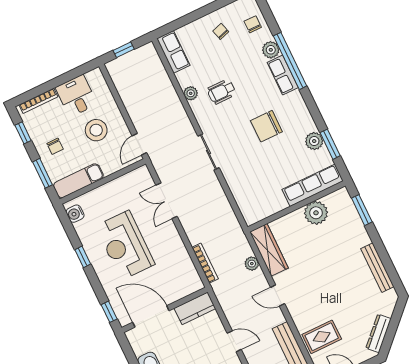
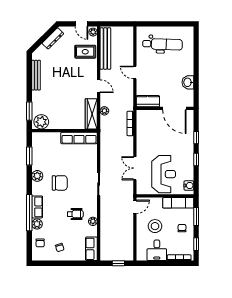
plant: (314, 141) -> (37, 176), moved
row of seats: (313, 185) -> (79, 138), moved
double door: (167, 201) -> (135, 168), swing flipped
plant: (316, 213) -> (41, 122), moved
reception desk: (125, 245) -> (164, 174), moved
window: (109, 312) -> (196, 138), moved

